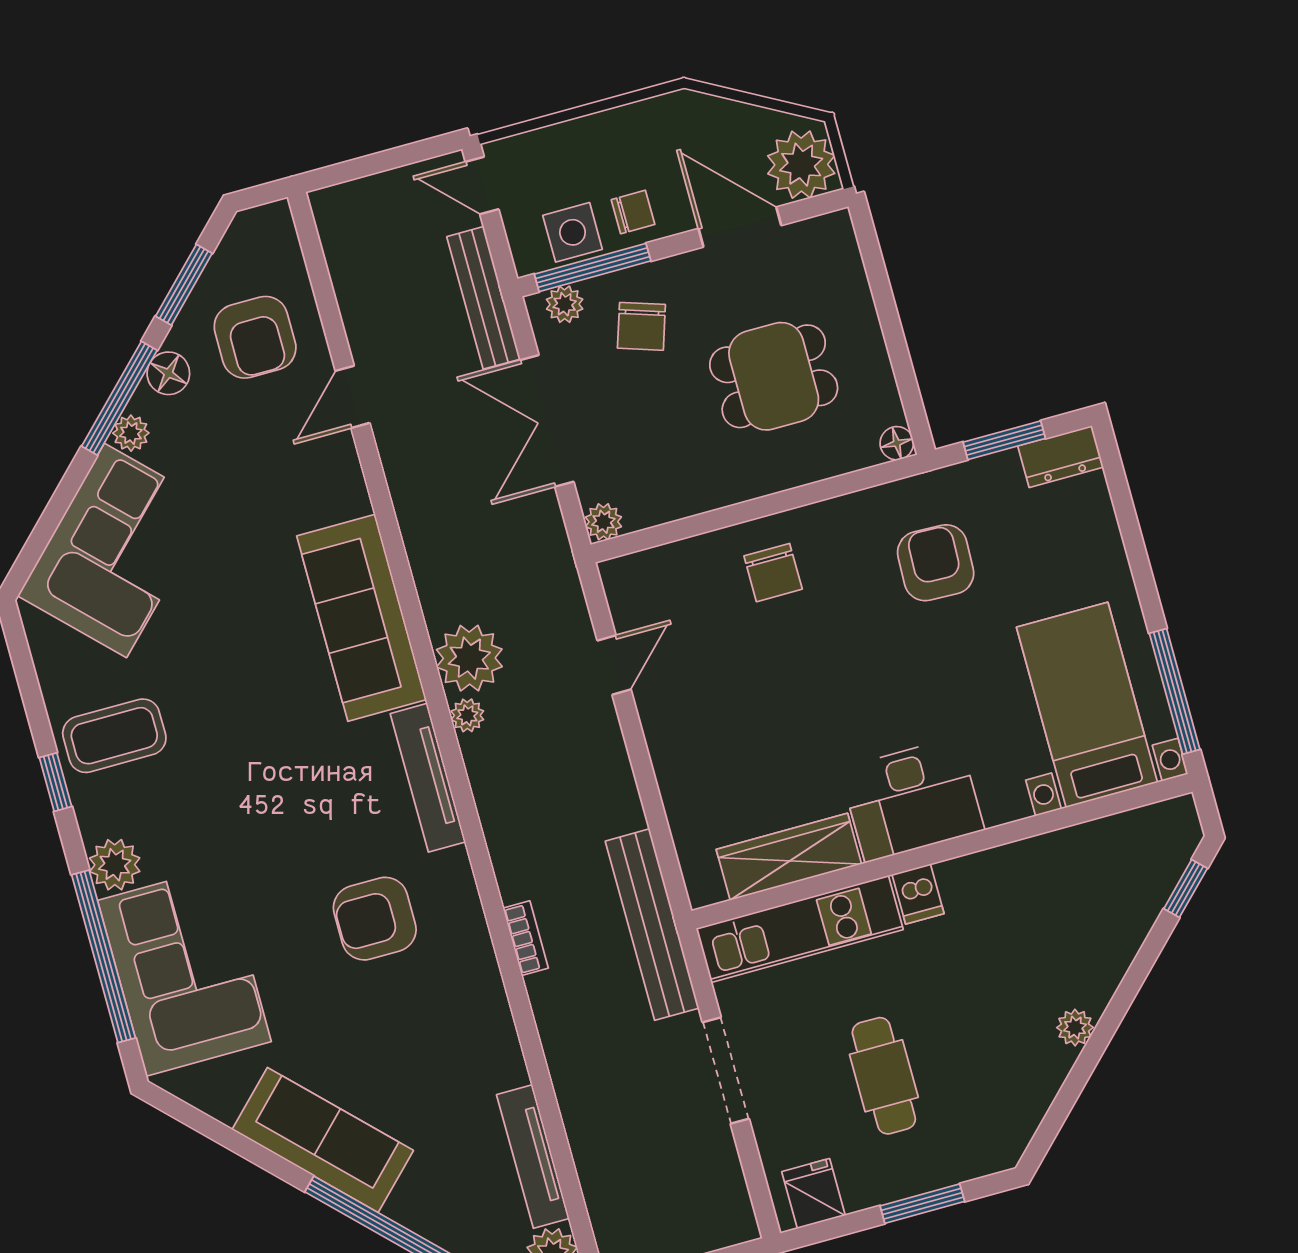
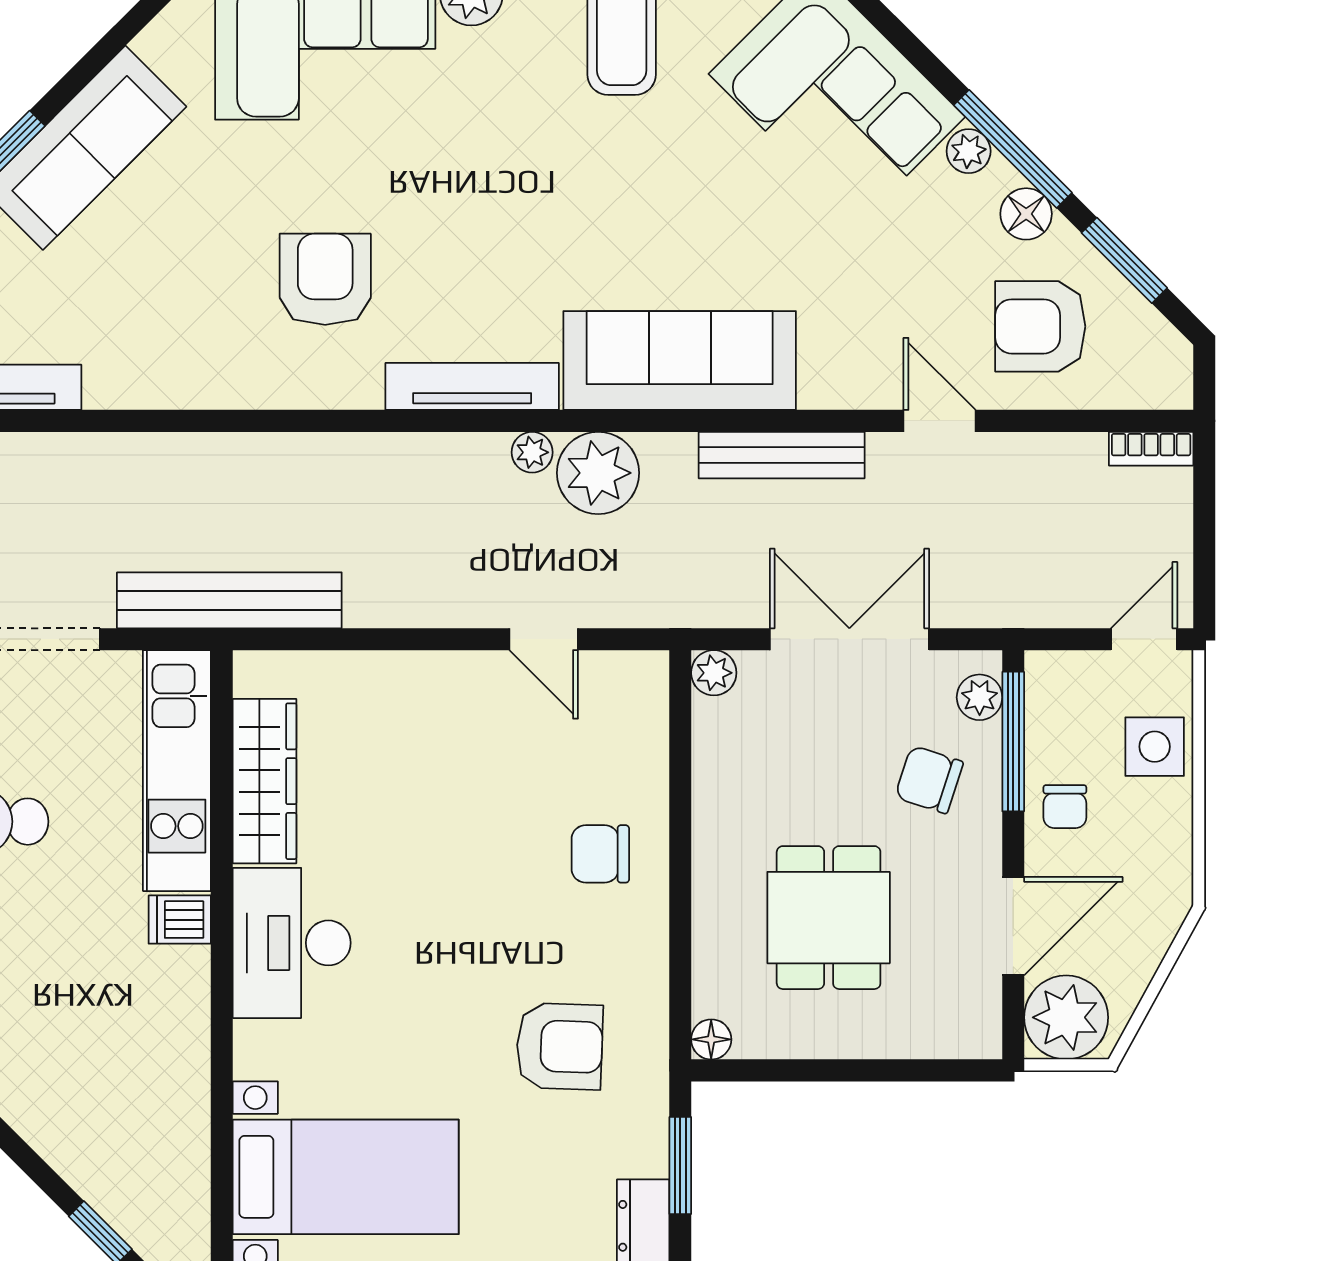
side table: (573, 232) -> (1155, 747), moved
bench: (484, 298) -> (782, 455), moved
bookcase: (526, 938) -> (1151, 449), moved

